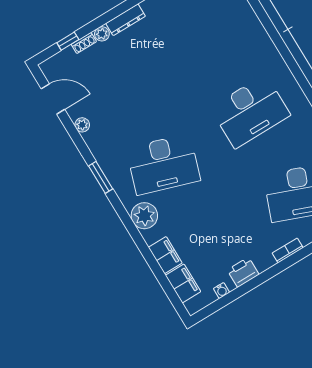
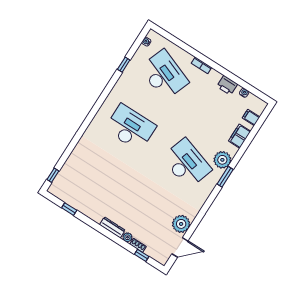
door: (53, 99) -> (180, 247), swing flipped
plant: (82, 125) -> (181, 224), width x1.87, depth x1.87
window: (101, 177) -> (225, 177), moved
filing cabinet: (183, 283) -> (251, 117), width x0.50

